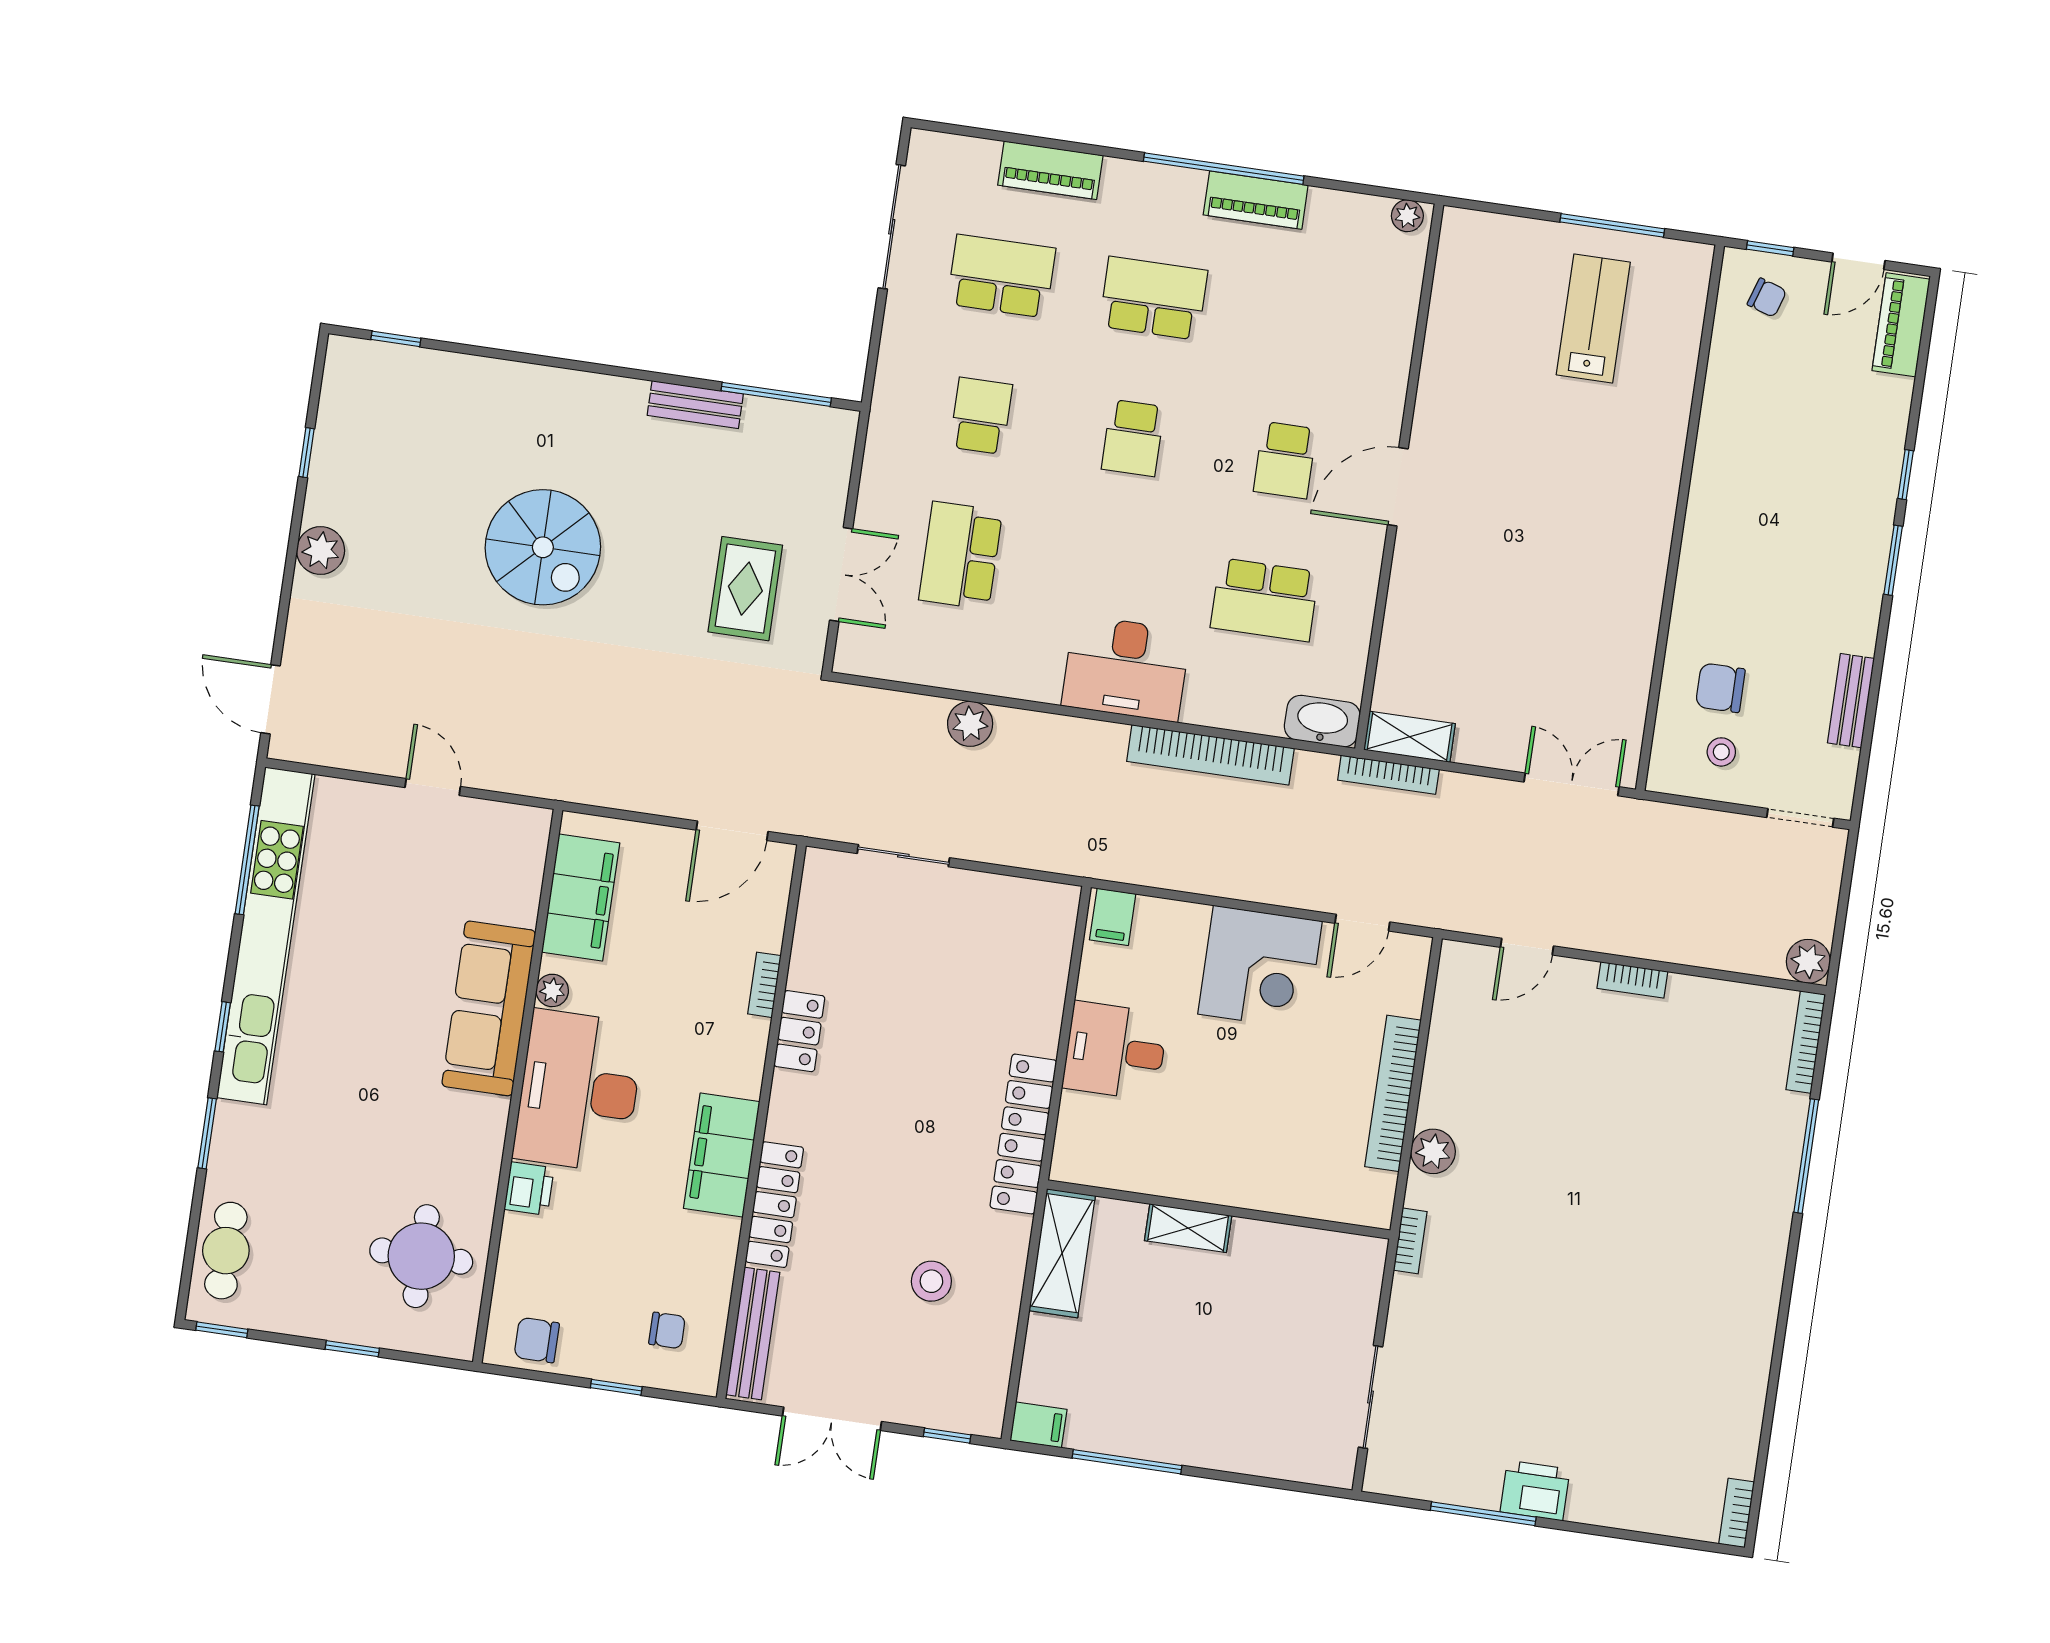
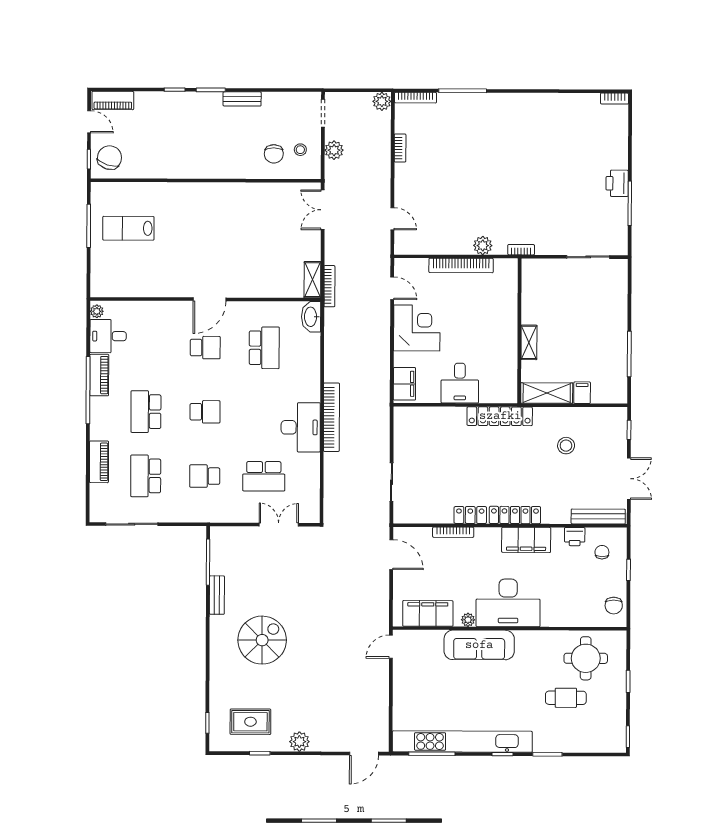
desk: (1345, 234) -> (108, 336), added
chair: (1767, 298) -> (109, 158), width x1.87, depth x1.87
door: (1398, 487) -> (210, 299), hinge flipped
spiral stairs: (543, 547) -> (262, 640), moved
rug: (745, 589) -> (250, 722), moved
desk: (1126, 668) -> (301, 427), moved
bench: (1851, 701) -> (242, 99), moved
plant: (970, 724) -> (334, 150), moved
bookcase: (1210, 755) -> (331, 417), moved
door: (433, 787) -> (391, 647), moved
filing cabinet: (1113, 917) -> (404, 384), width x2.00
bookcase: (1632, 980) -> (400, 148), moved
bookcase: (764, 985) -> (453, 532), width x1.56
printer: (529, 1189) -> (575, 537), moved, turned 180
locker: (774, 1205) -> (515, 515), moved
cafe table: (226, 1251) -> (566, 698), moved
filing cabinet: (1038, 1425) -> (582, 393), moved

